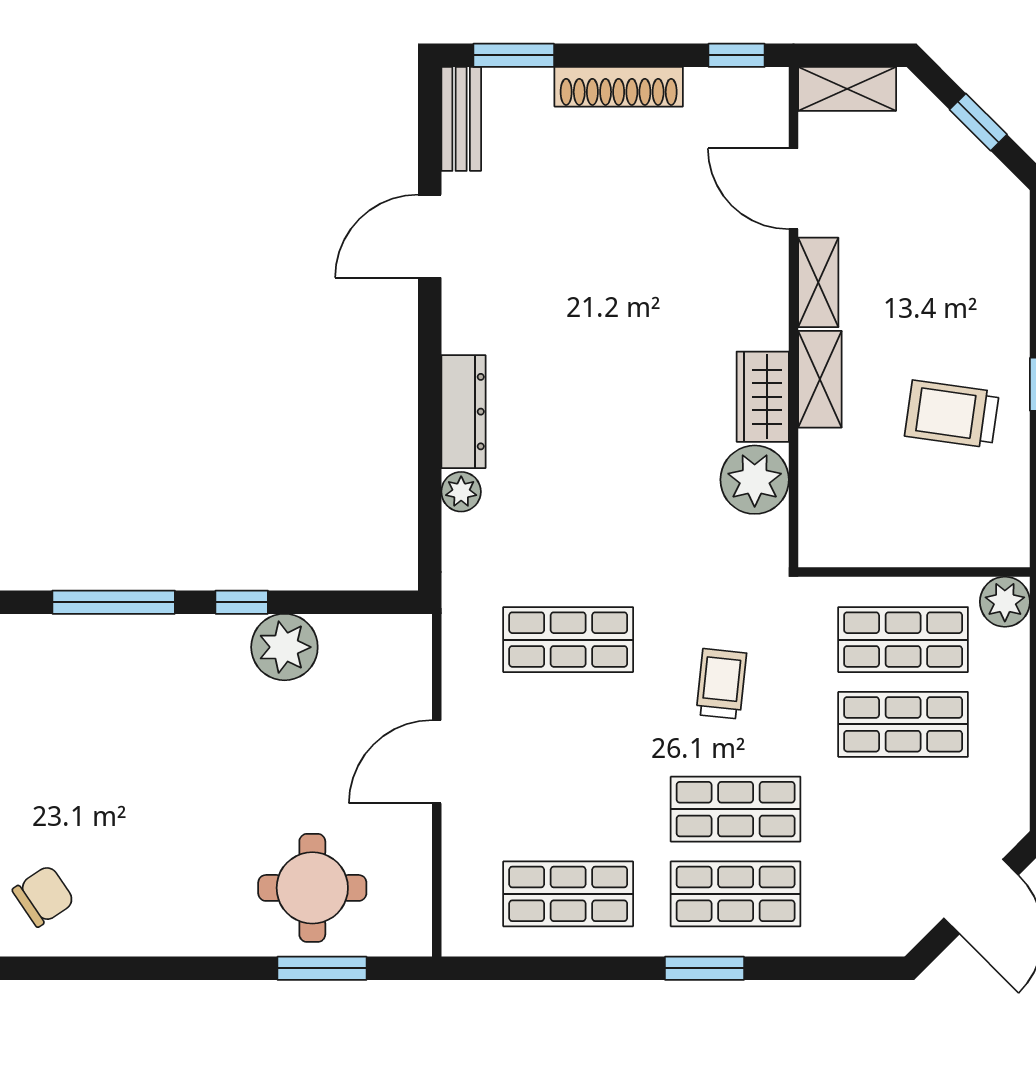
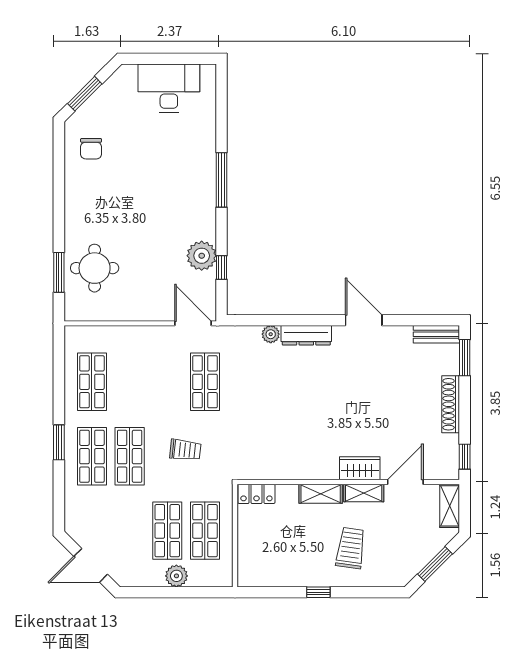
window: (978, 122) -> (435, 564), width x1.50
door: (430, 236) -> (364, 320), moved
wardrobe: (763, 397) -> (360, 468), moved
trolley: (952, 414) -> (351, 548), moved
plant: (755, 480) -> (276, 465), removed
locker: (820, 524) -> (256, 494), added
window: (242, 602) -> (222, 267), moved
plant: (1005, 602) -> (176, 576), moved
door: (437, 762) -> (193, 323), moved
chair: (44, 896) -> (91, 149), turned 34

